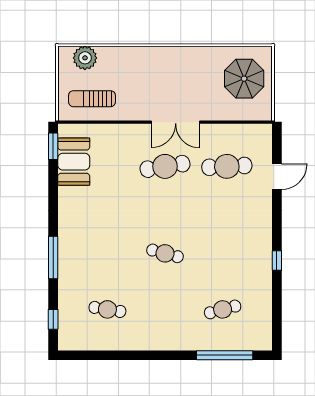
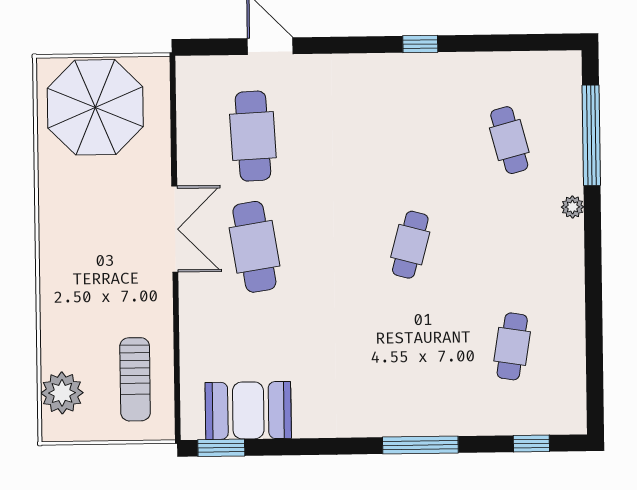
parasol: (244, 79) -> (95, 107), width x1.36, depth x1.36
plant: (185, 344) -> (572, 207), added

